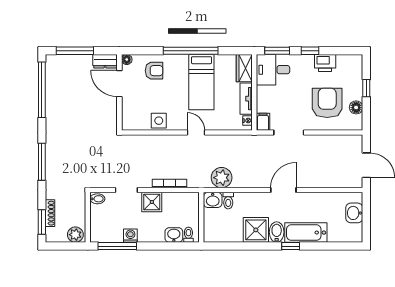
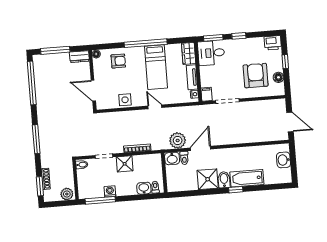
printer: (325, 63) -> (273, 43), moved
door: (119, 84) -> (93, 91), moved
door: (283, 190) -> (201, 148), moved

